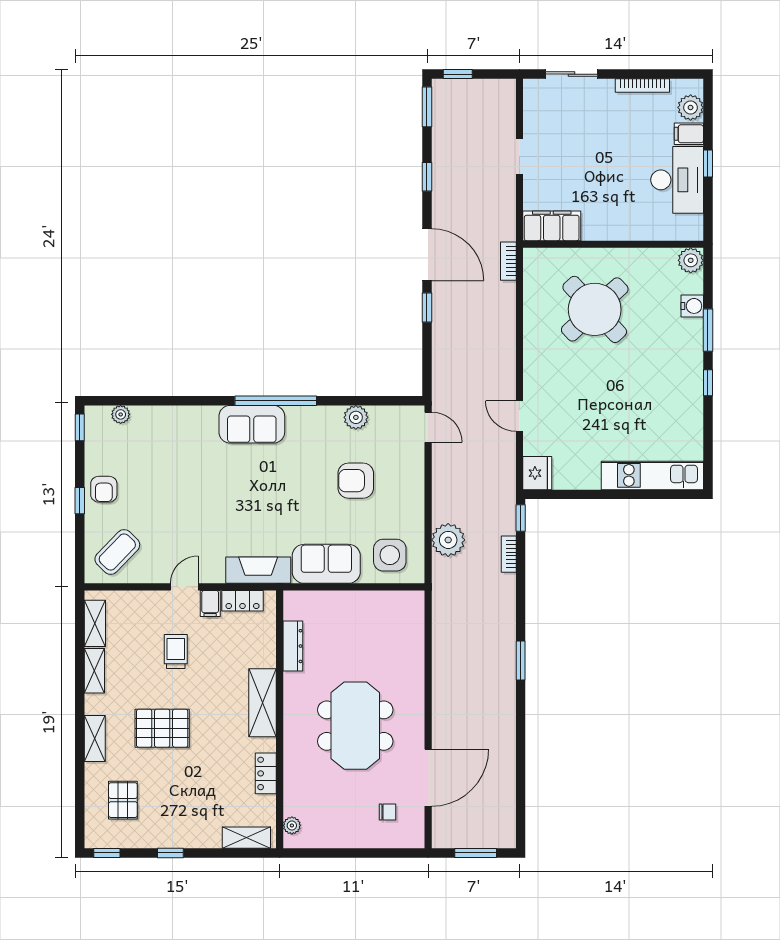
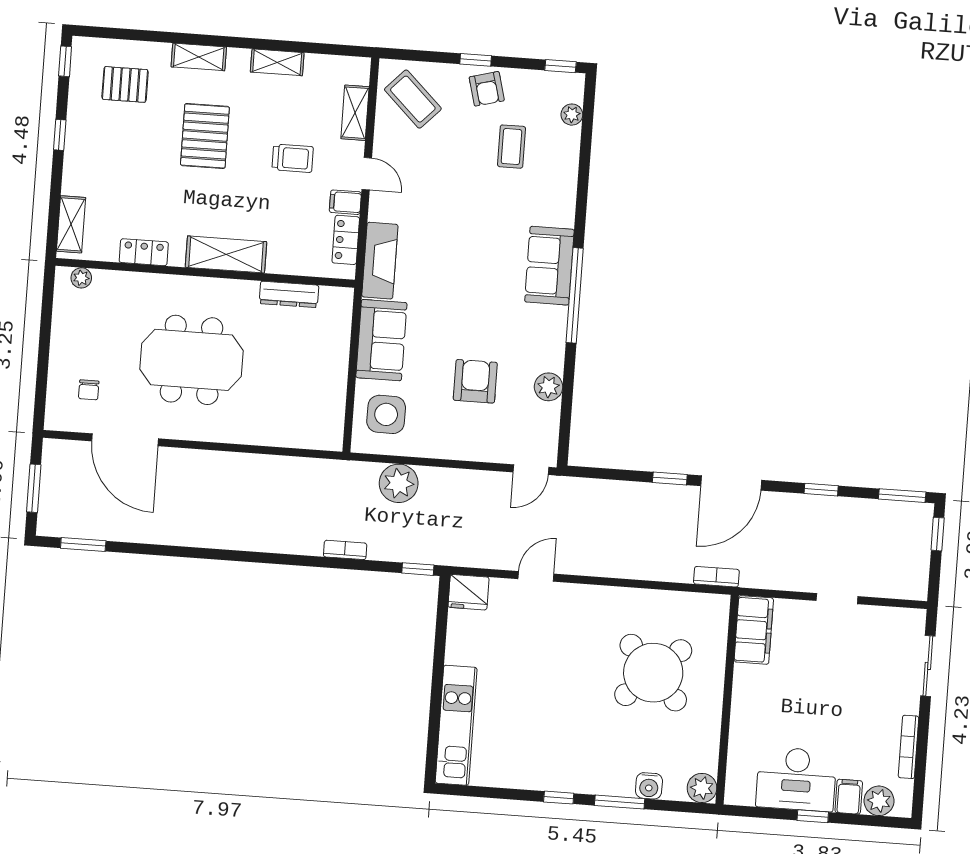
coffee table: (152, 464) -> (511, 147), added
armchair: (104, 489) -> (487, 89), turned -105
bookcase: (509, 554) -> (345, 550), moved
shelving: (95, 623) -> (355, 113), moved, turned 90
window: (521, 661) -> (83, 545), moved

